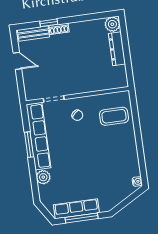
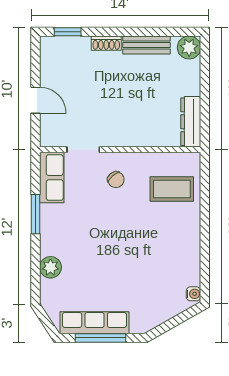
window: (49, 23) -> (68, 32), moved
bench: (33, 34) -> (147, 45), moved
dresser: (117, 49) -> (191, 122), moved
door: (17, 61) -> (35, 100), moved
row of seats: (38, 136) -> (52, 178), width x0.50

